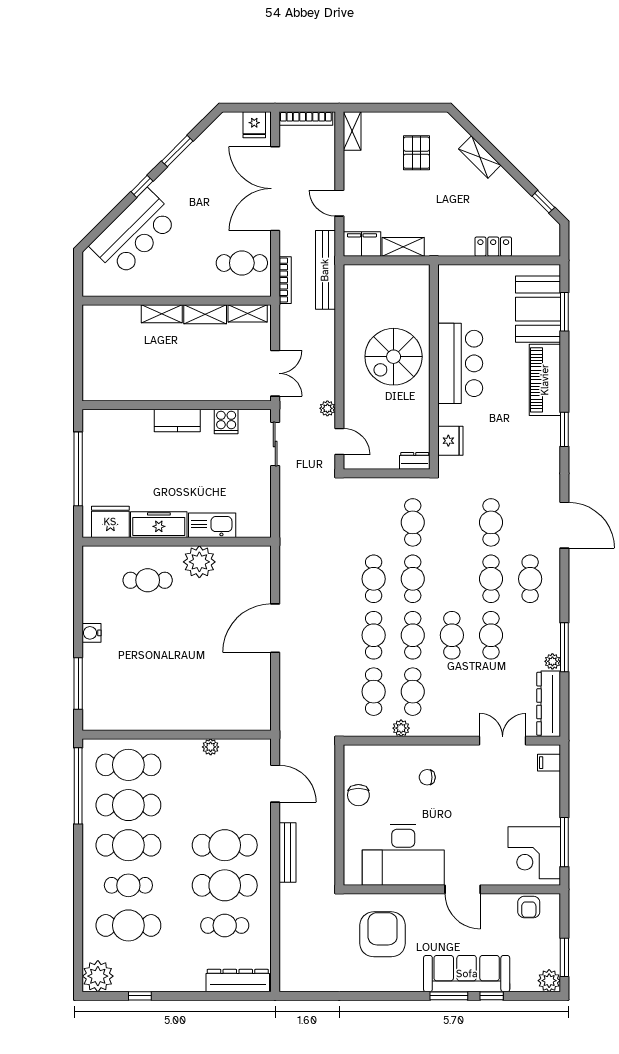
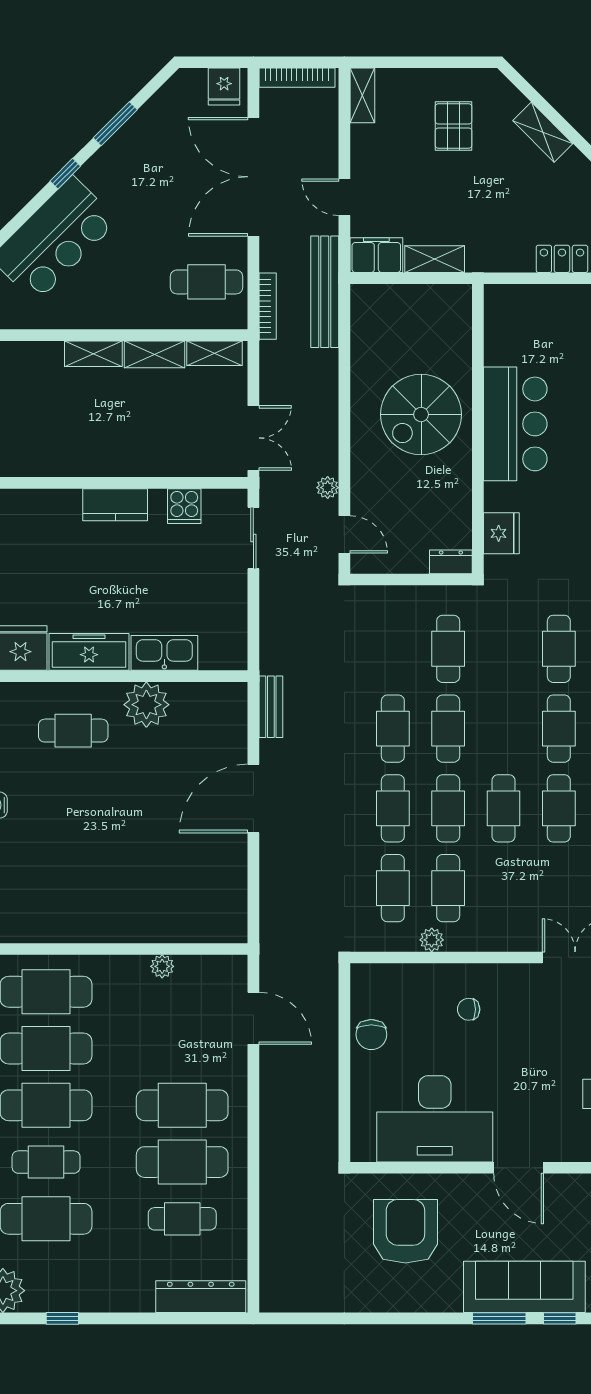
bench: (287, 852) -> (271, 707), moved, width x0.73

